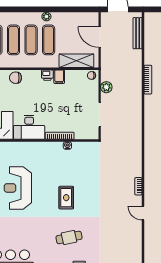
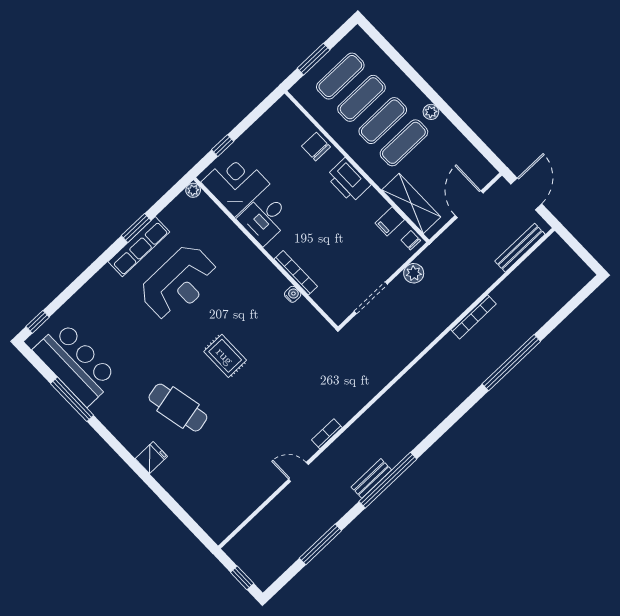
printer: (47, 75) -> (348, 180), width x1.87, depth x1.48
filing cabinet: (59, 77) -> (390, 221), moved
desk: (29, 127) -> (265, 218), width x0.73
reception desk: (18, 188) -> (179, 283), turned 180
rug: (66, 198) -> (225, 356), turned 90
door: (143, 213) -> (298, 472), hinge flipped
cafe table: (69, 237) -> (178, 408), width x1.37, depth x1.35

